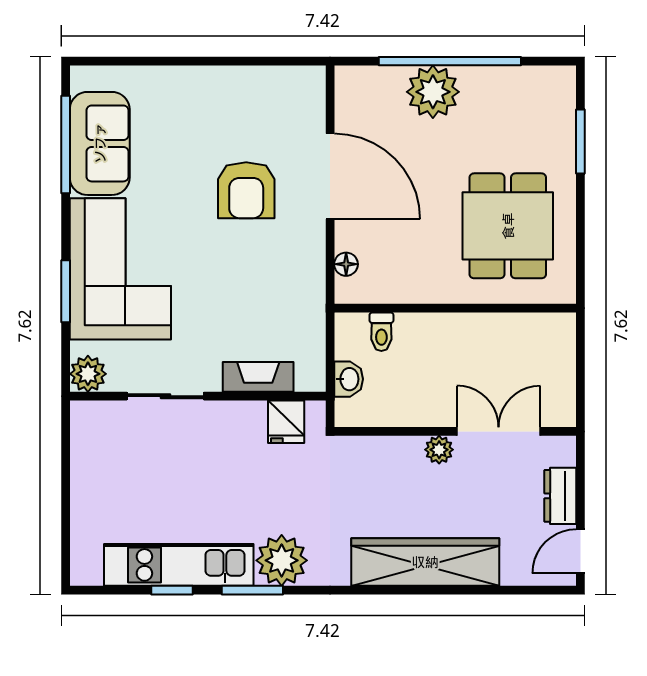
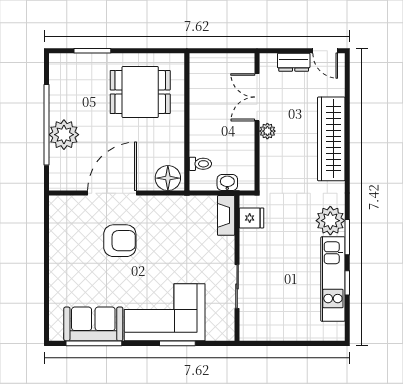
floor lamp: (346, 264) -> (168, 178), width x1.89, depth x1.89
plant: (88, 374) -> (224, 331), removed
fireplace: (258, 377) -> (226, 215), moved

